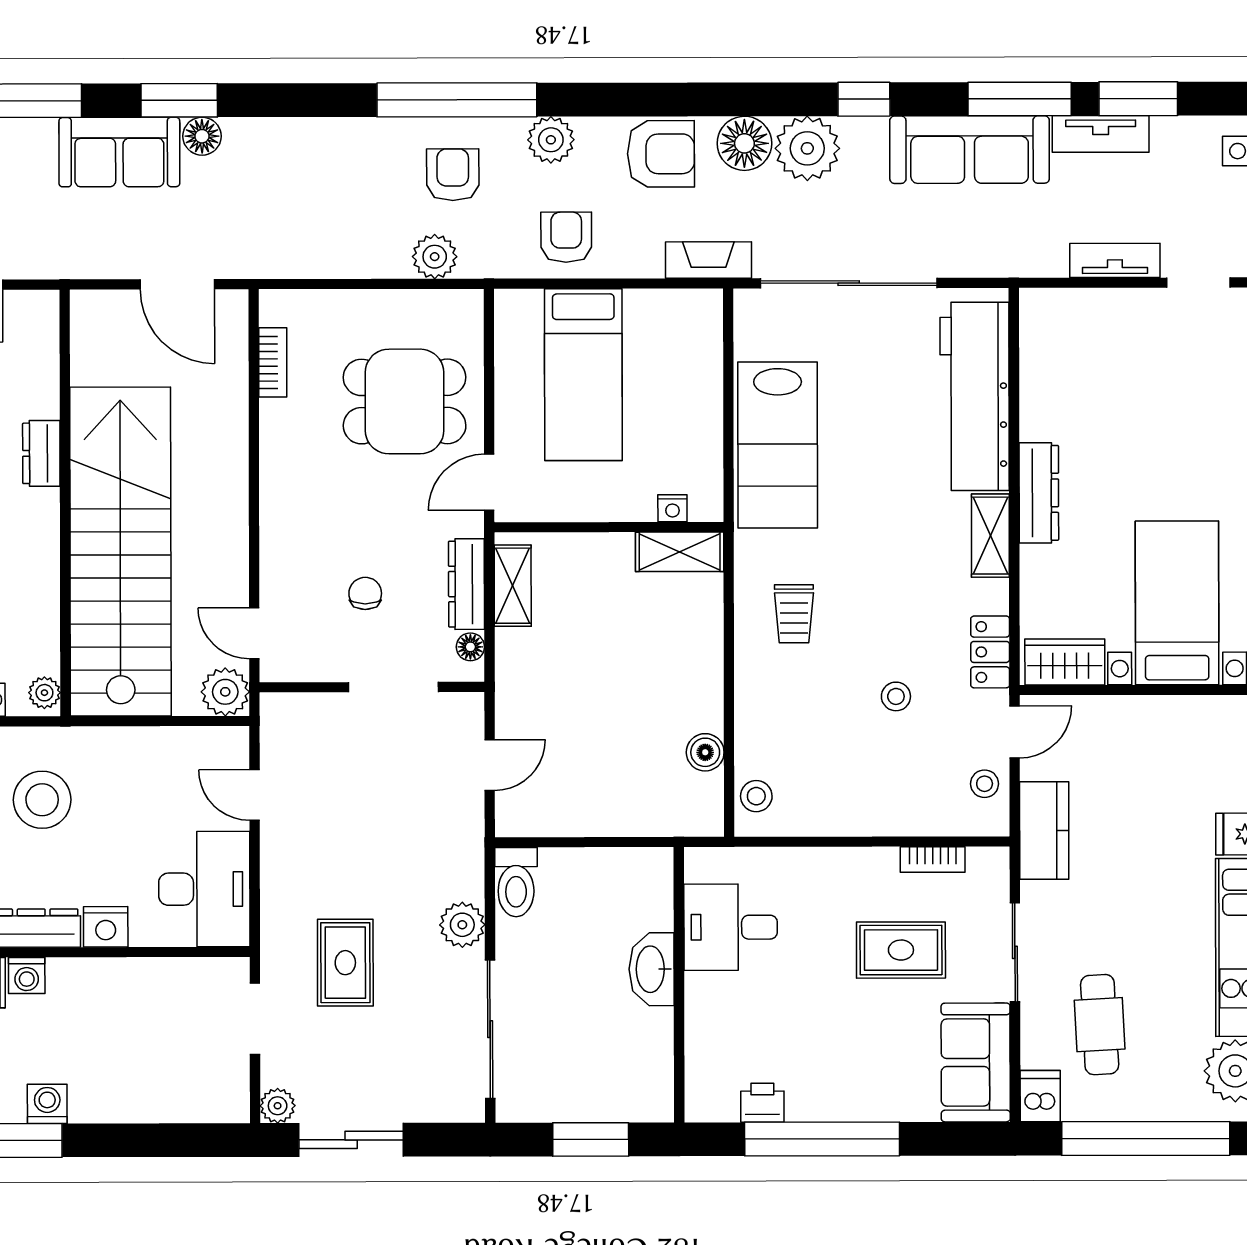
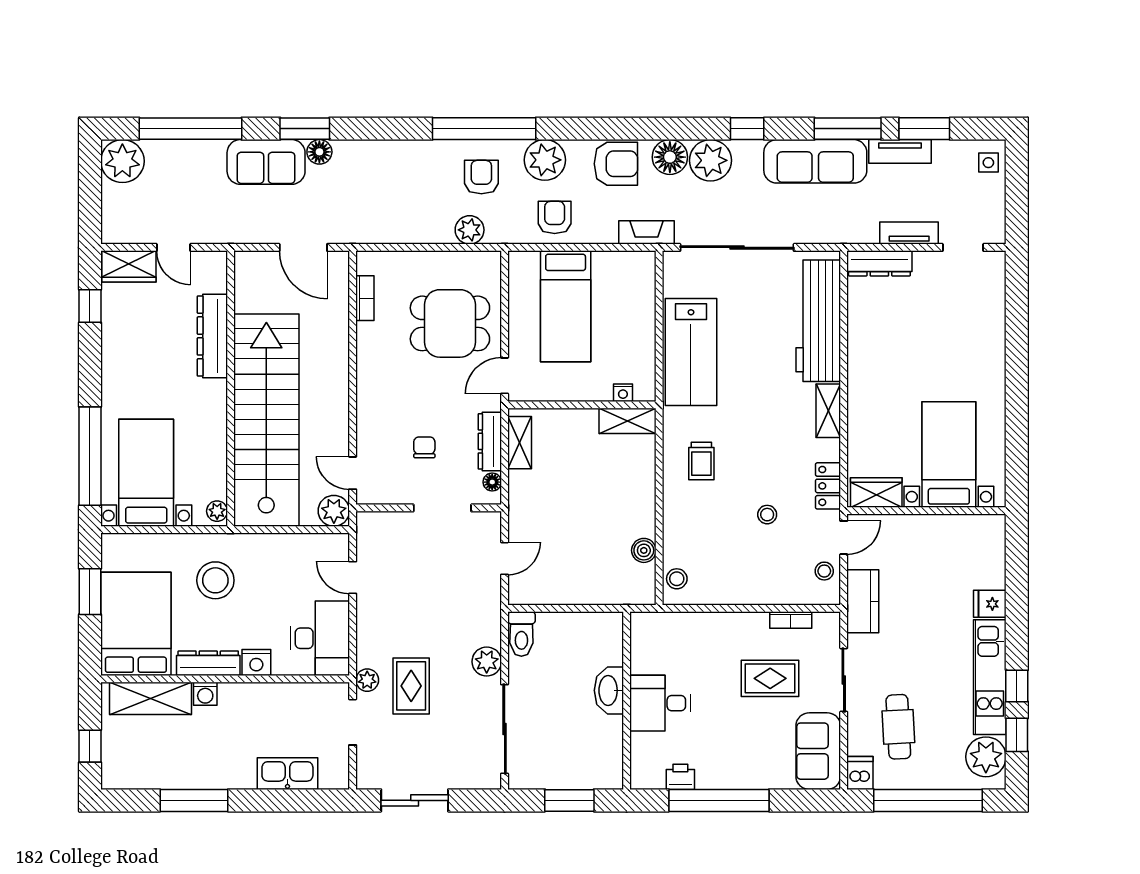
plant: (551, 140) -> (545, 160), width x1.36, depth x1.36
dresser: (41, 453) -> (212, 336), width x1.96, depth x1.24
dresser: (1039, 493) -> (879, 263), moved, turned 90
desk: (731, 927) -> (660, 703), moved
kitchen sink: (154, 1099) -> (287, 774), added
washing machine: (47, 1104) -> (218, 777), removed
plant: (278, 1106) -> (367, 680), moved

